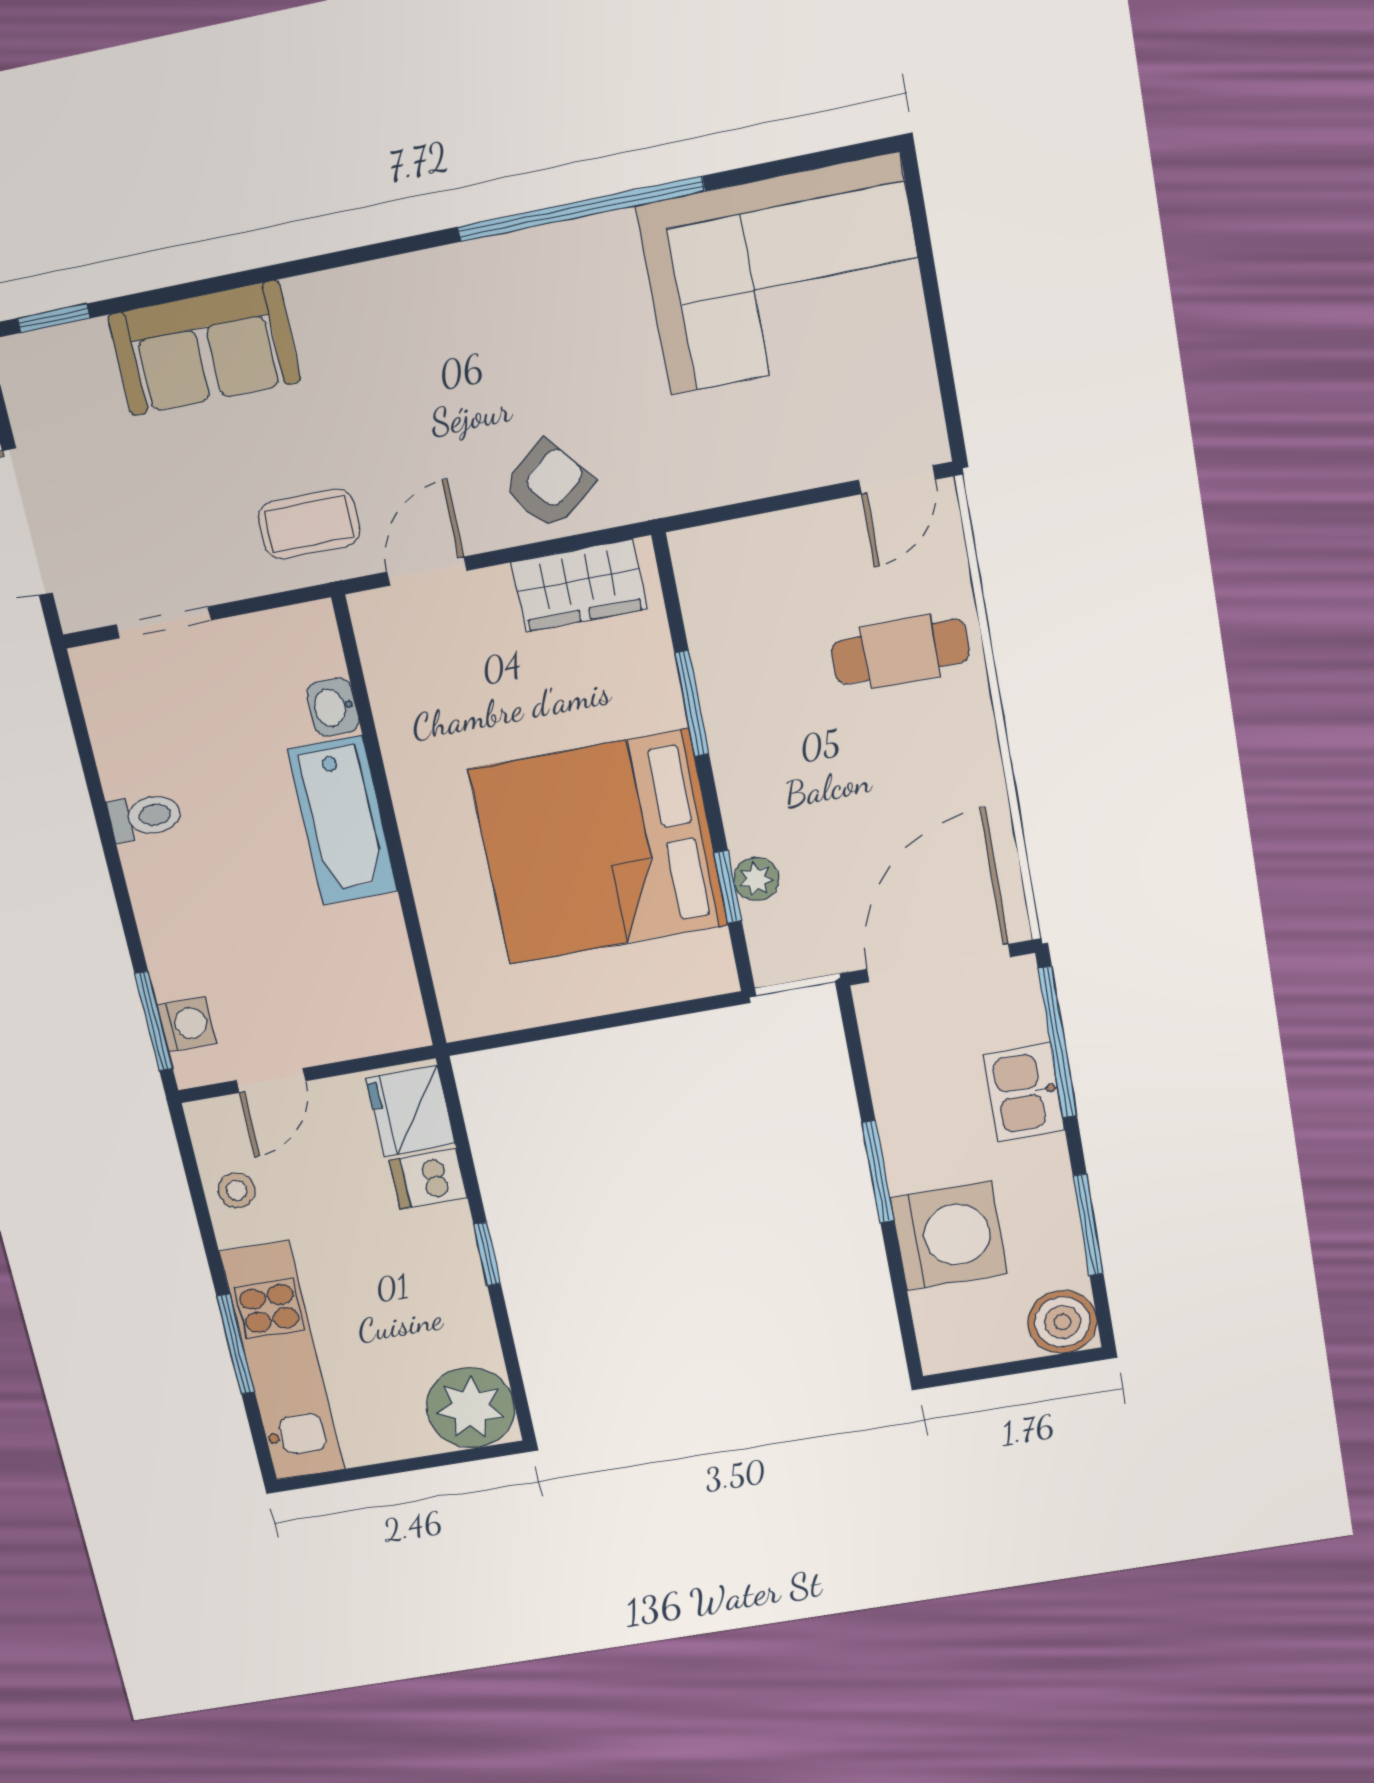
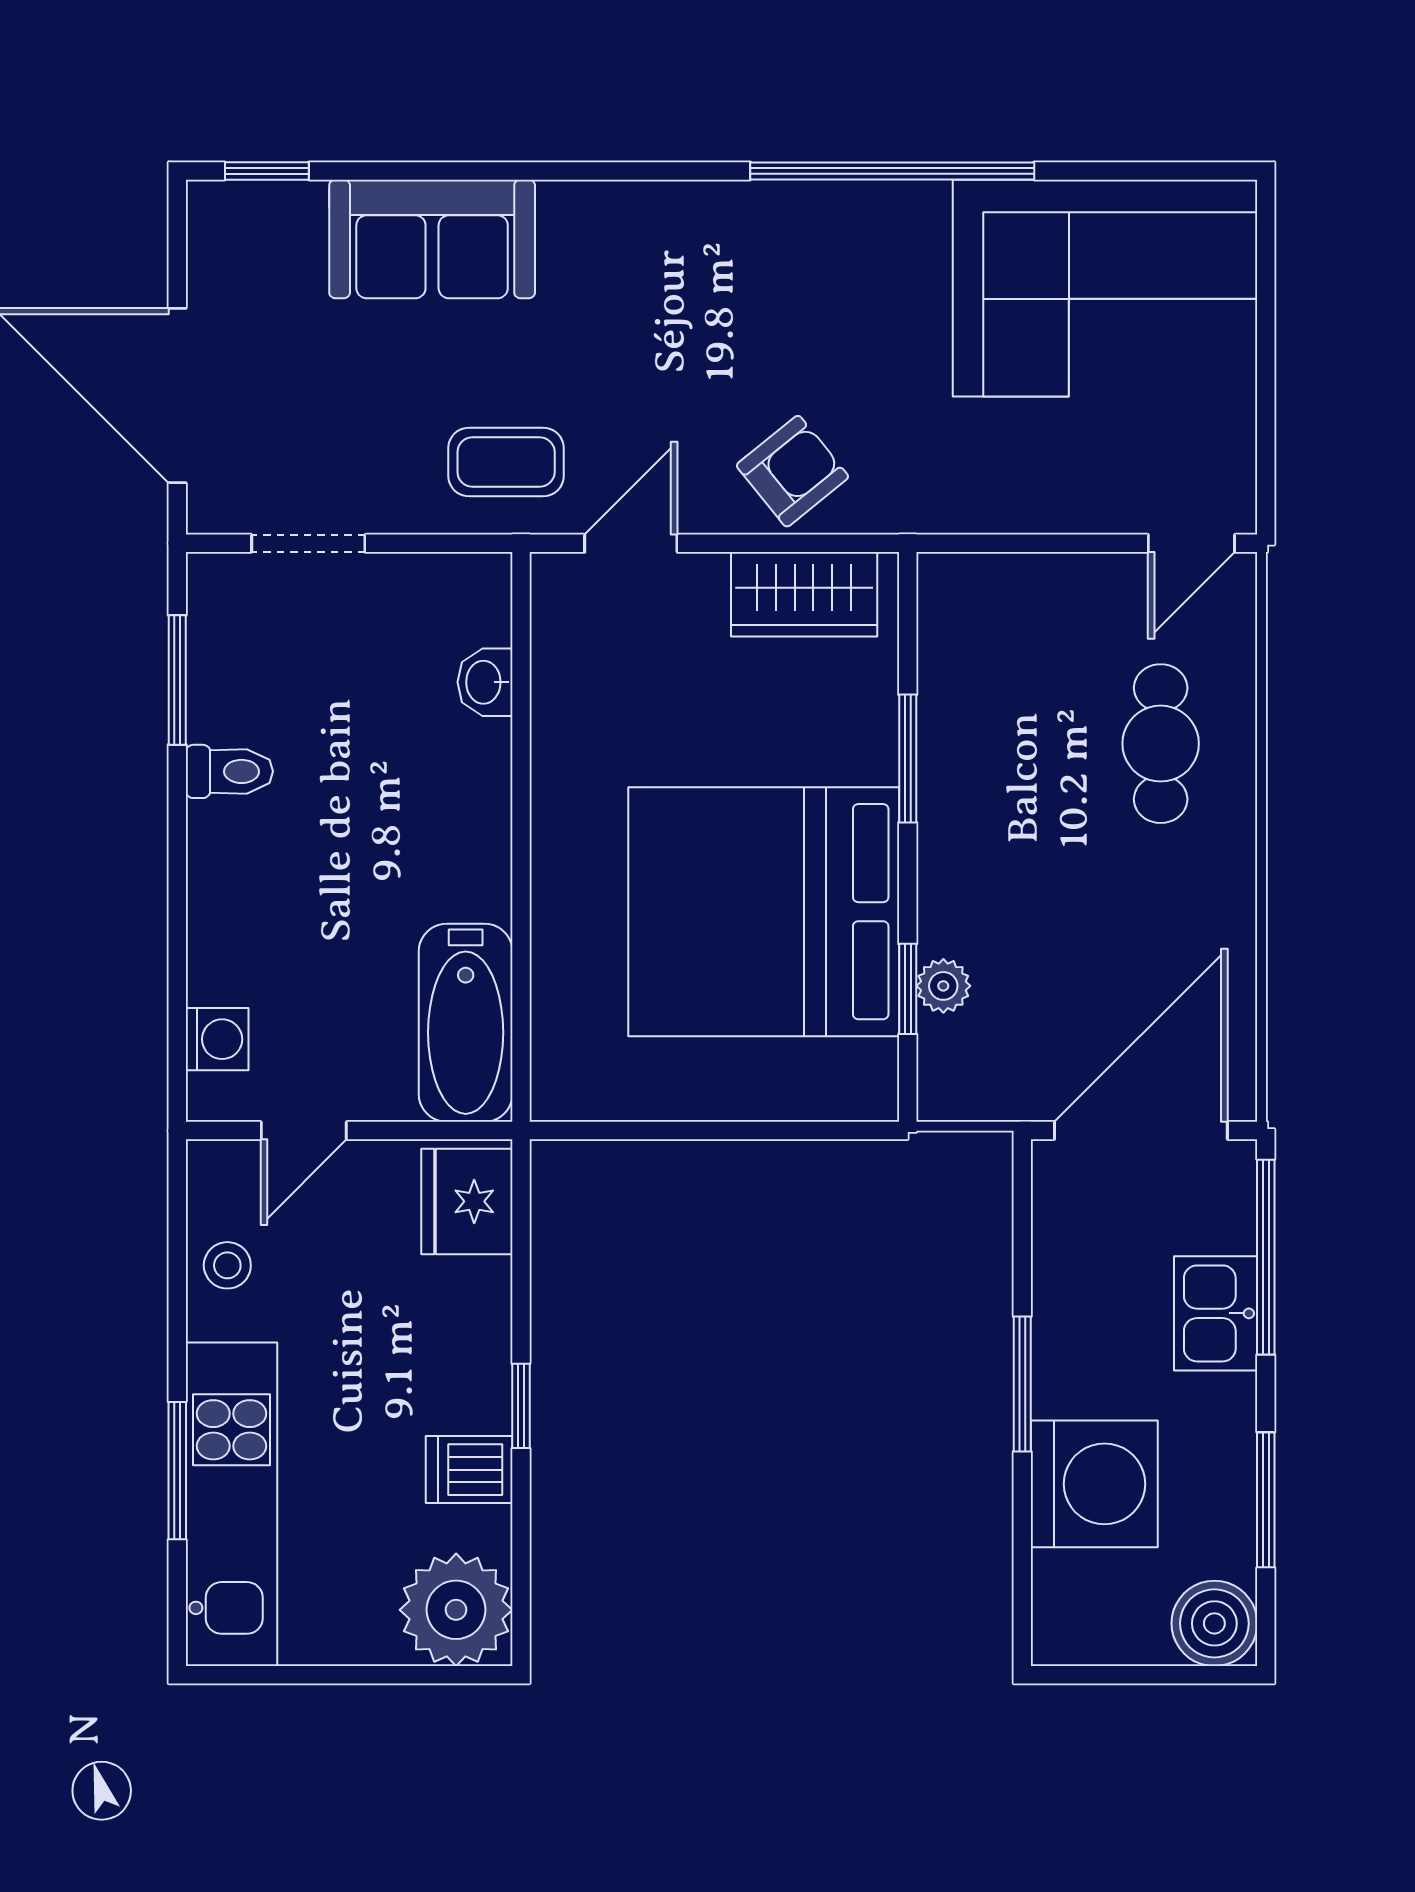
cafe table: (900, 652) -> (1161, 744), turned 90
bathtub: (343, 820) -> (466, 1023), moved
window: (154, 1021) -> (177, 680), moved
dishwasher: (428, 1179) -> (469, 1470), moved

